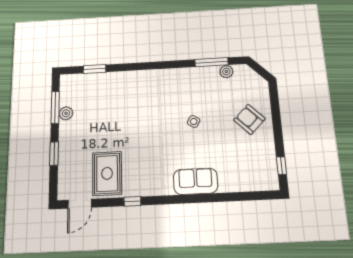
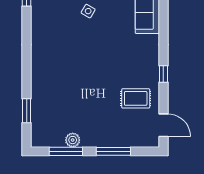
window: (54, 154) -> (113, 151), width x1.44
rug: (107, 173) -> (136, 98), width x0.73, depth x0.70

